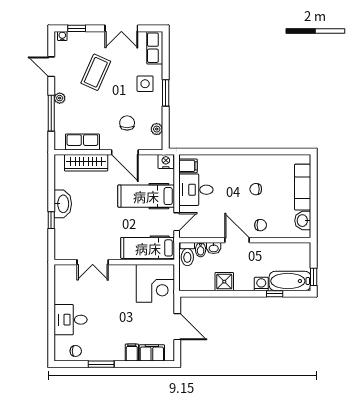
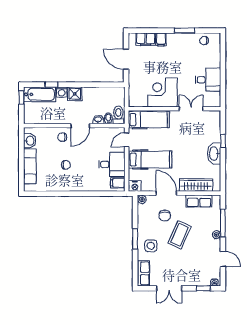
double door: (121, 28) -> (169, 288), swing flipped
coffee table: (96, 72) -> (180, 235), moved
plant: (157, 129) -> (142, 199), moved
door: (237, 240) -> (80, 126), hinge flipped
shower: (224, 282) -> (75, 94), moved
corner desk: (155, 283) -> (162, 92), moved
desk: (71, 320) -> (208, 80), moved

